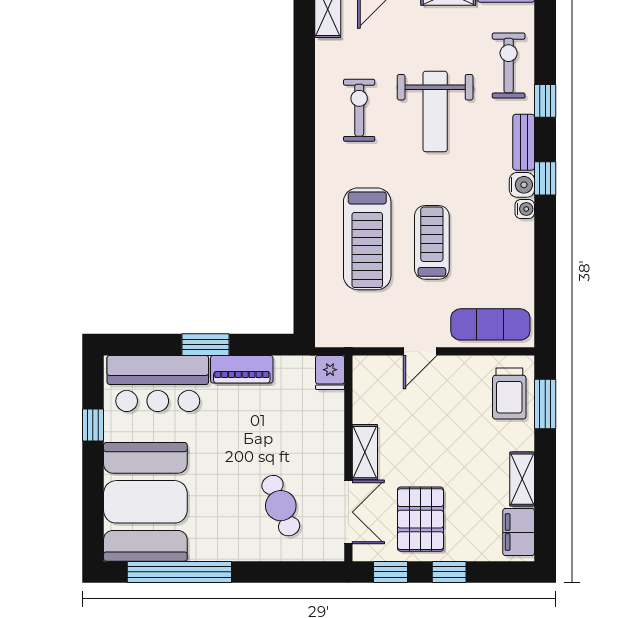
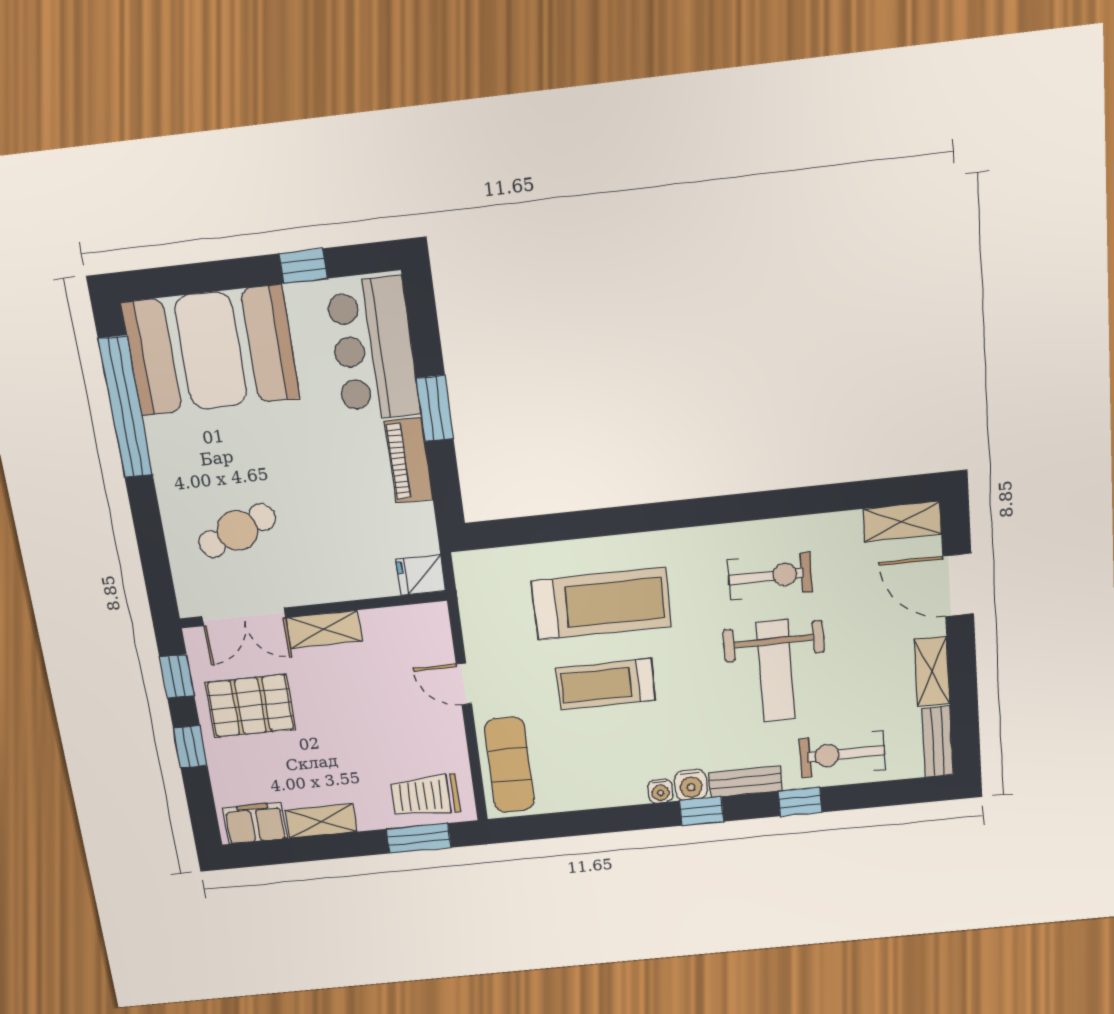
exercise bike: (509, 66) -> (842, 754), turned 180
weight bench: (435, 111) -> (776, 671), turned -90
treadmill: (367, 239) -> (601, 604), turned 180
treadmill: (432, 242) -> (606, 684), turned 180

